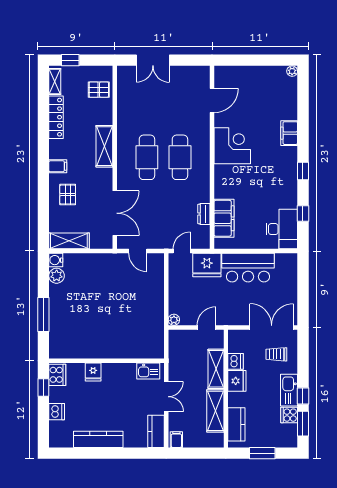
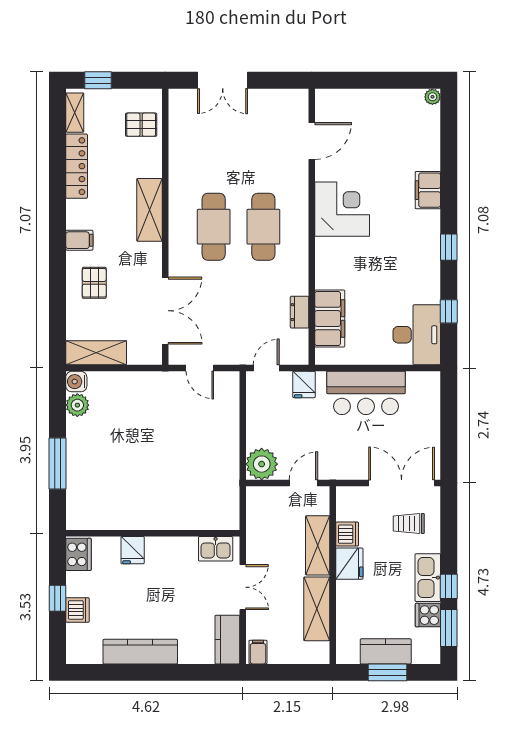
fridge: (207, 265) -> (304, 384), width x0.53, depth x0.75
plant: (174, 320) -> (262, 464), width x1.88, depth x1.88
window: (43, 387) -> (58, 598), moved
kitchen counter: (236, 424) -> (386, 651), moved, turned -90

